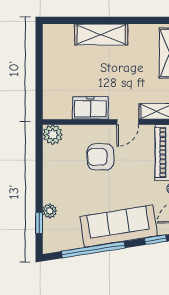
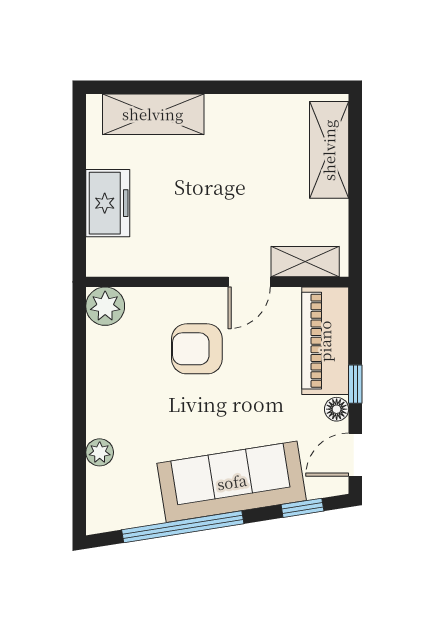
shelving: (101, 34) -> (153, 114), moved
freezer: (90, 108) -> (108, 203), moved, turned 90
window: (39, 223) -> (79, 476), removed

